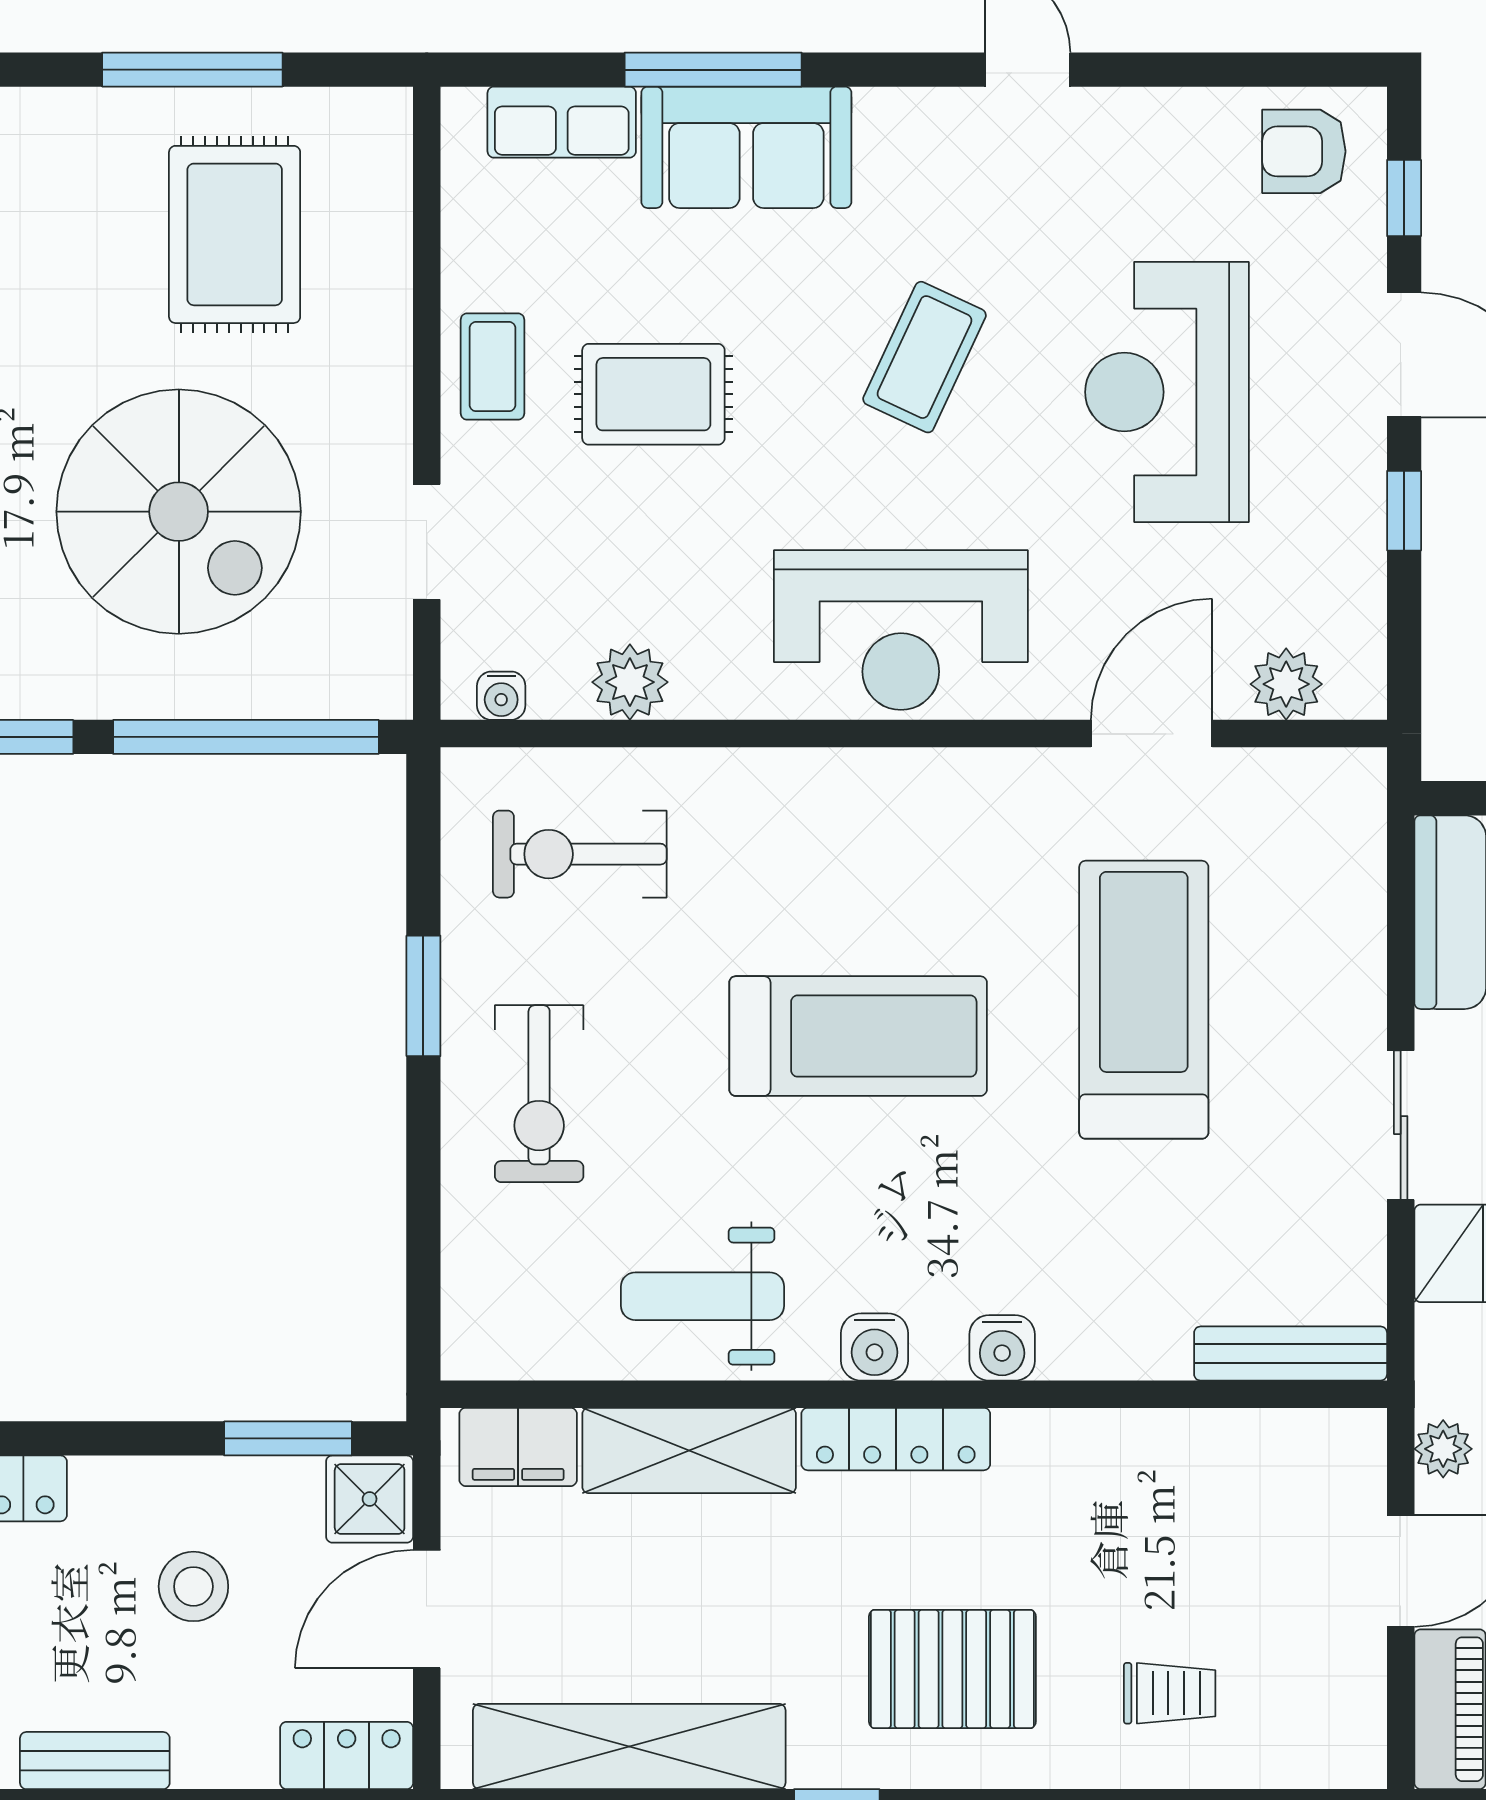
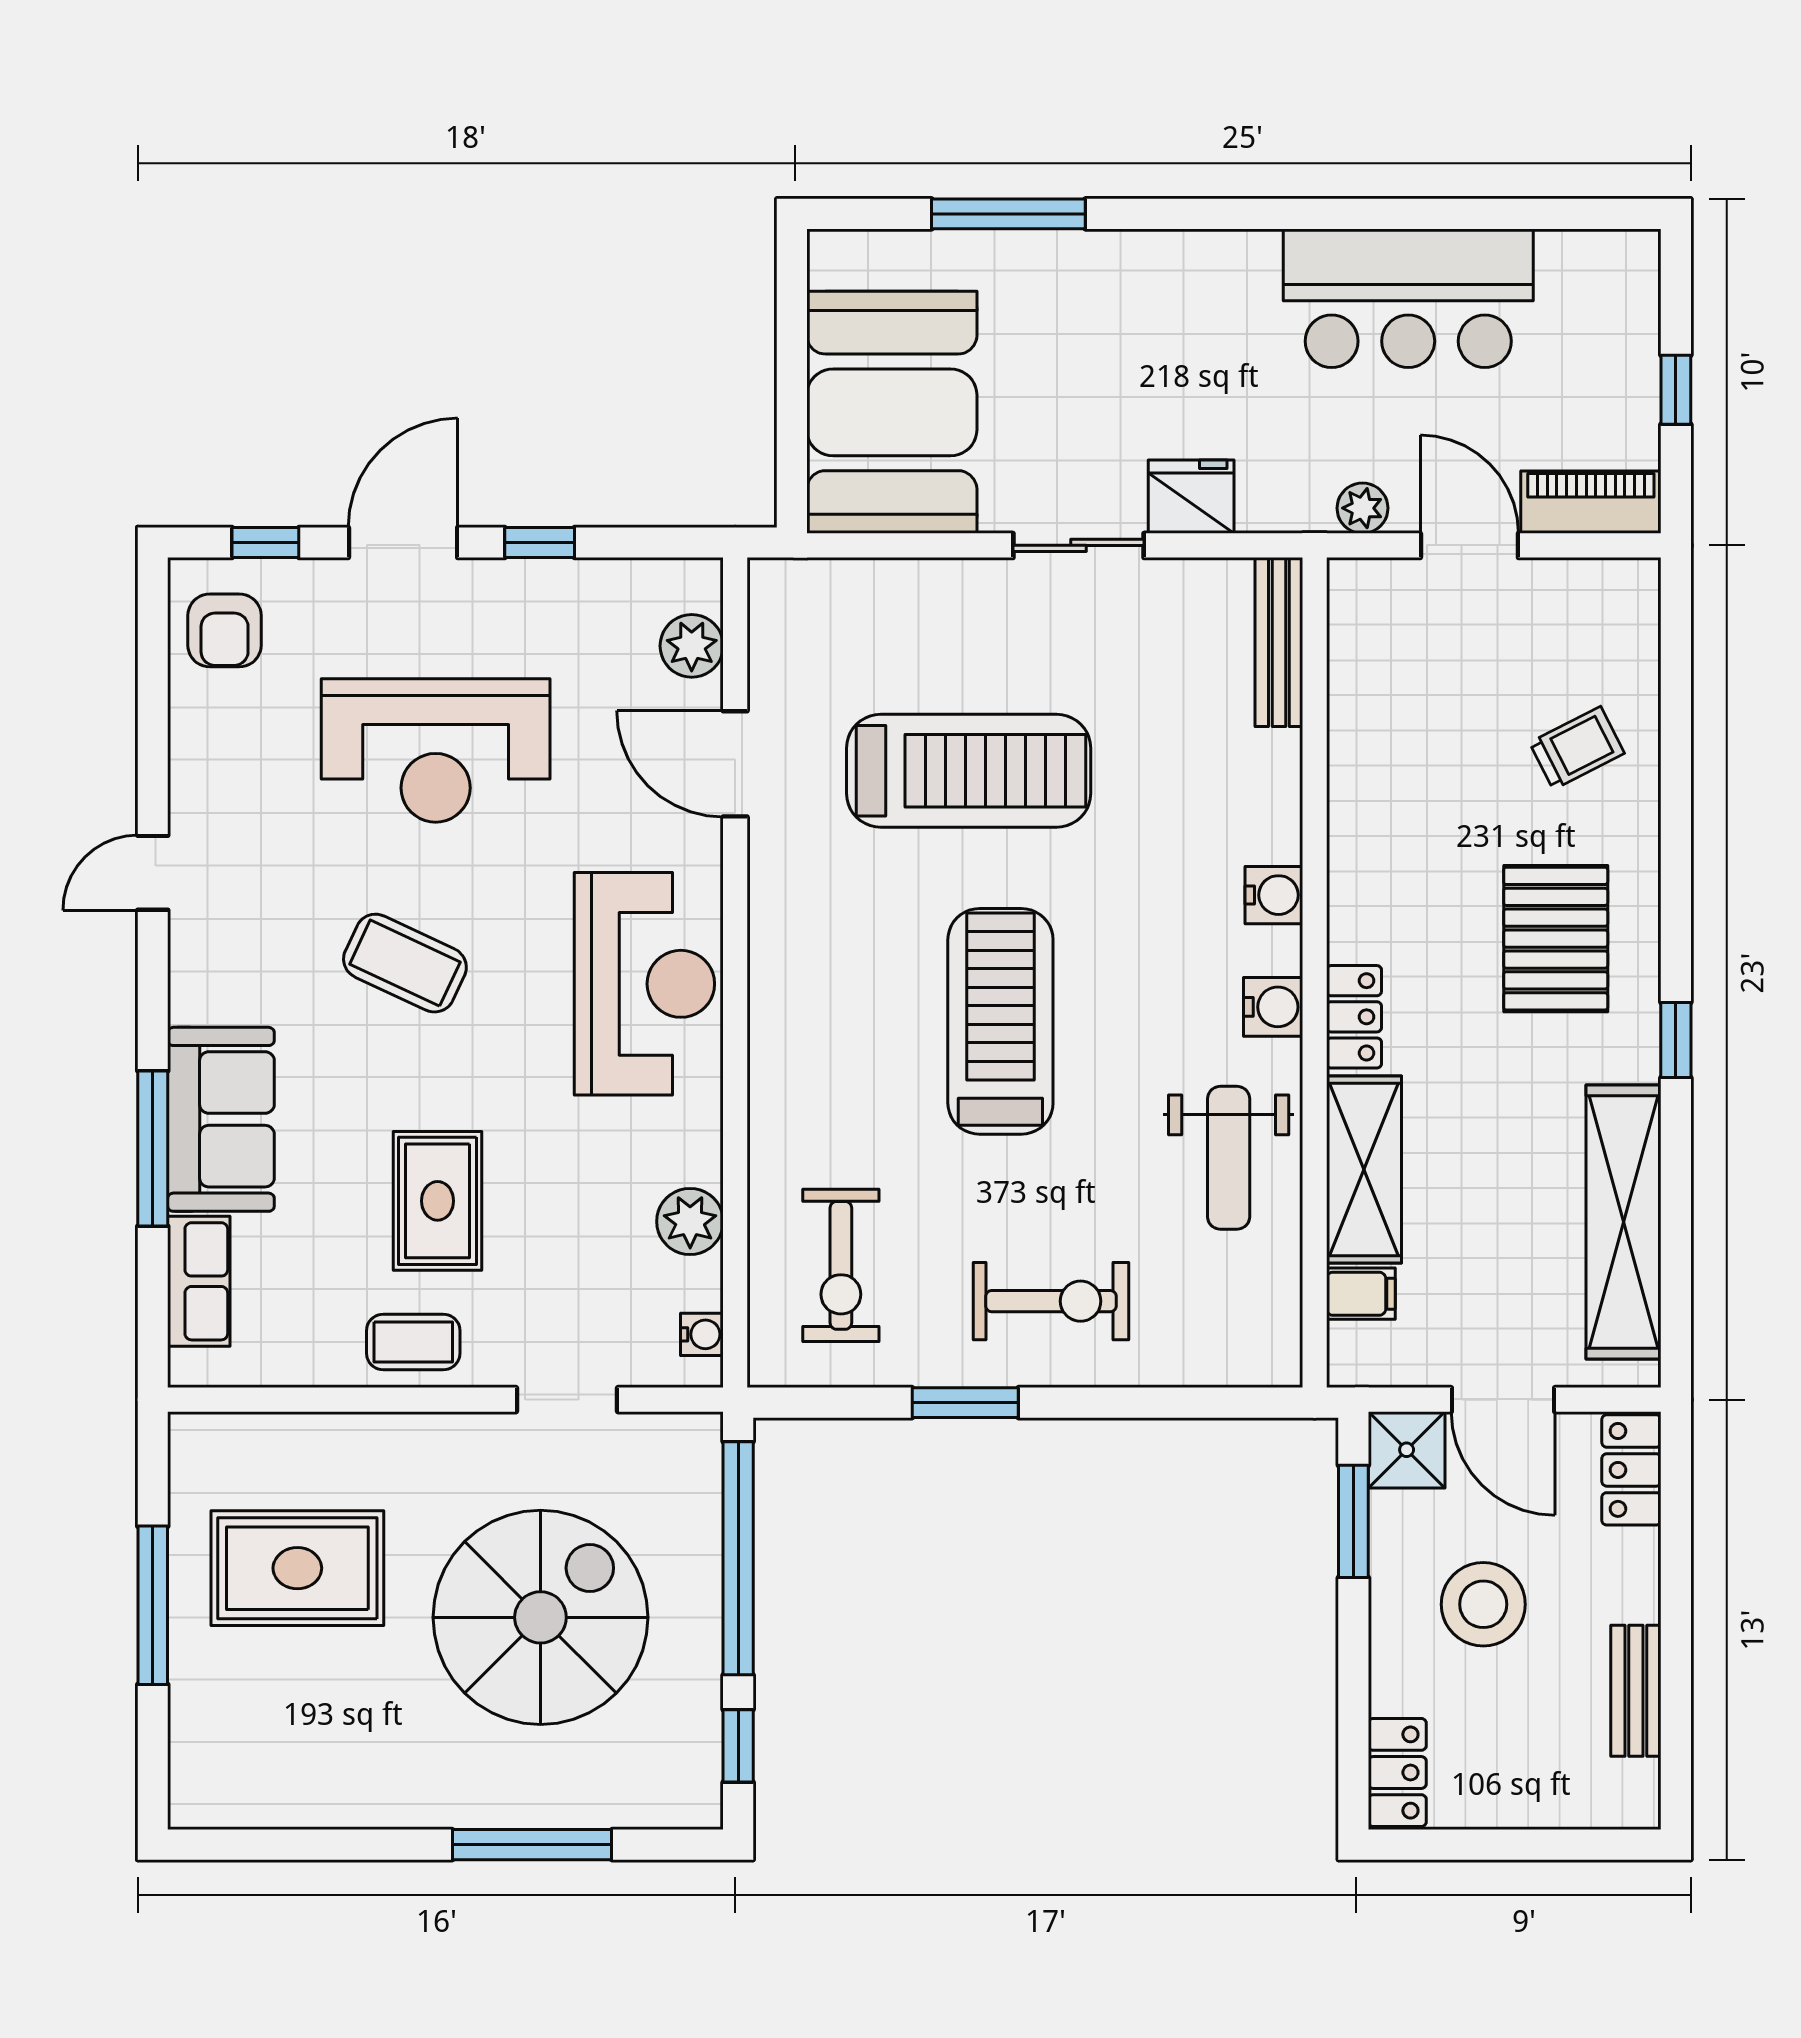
treadmill: (1144, 1000) -> (969, 771), turned 180
locker: (896, 1439) -> (1354, 1017), width x0.66
filing cabinet: (518, 1447) -> (1361, 1294), width x0.50
stool: (193, 1586) -> (1483, 1604), width x1.38, depth x1.38
trolley: (1170, 1693) -> (1577, 748), turned 63

